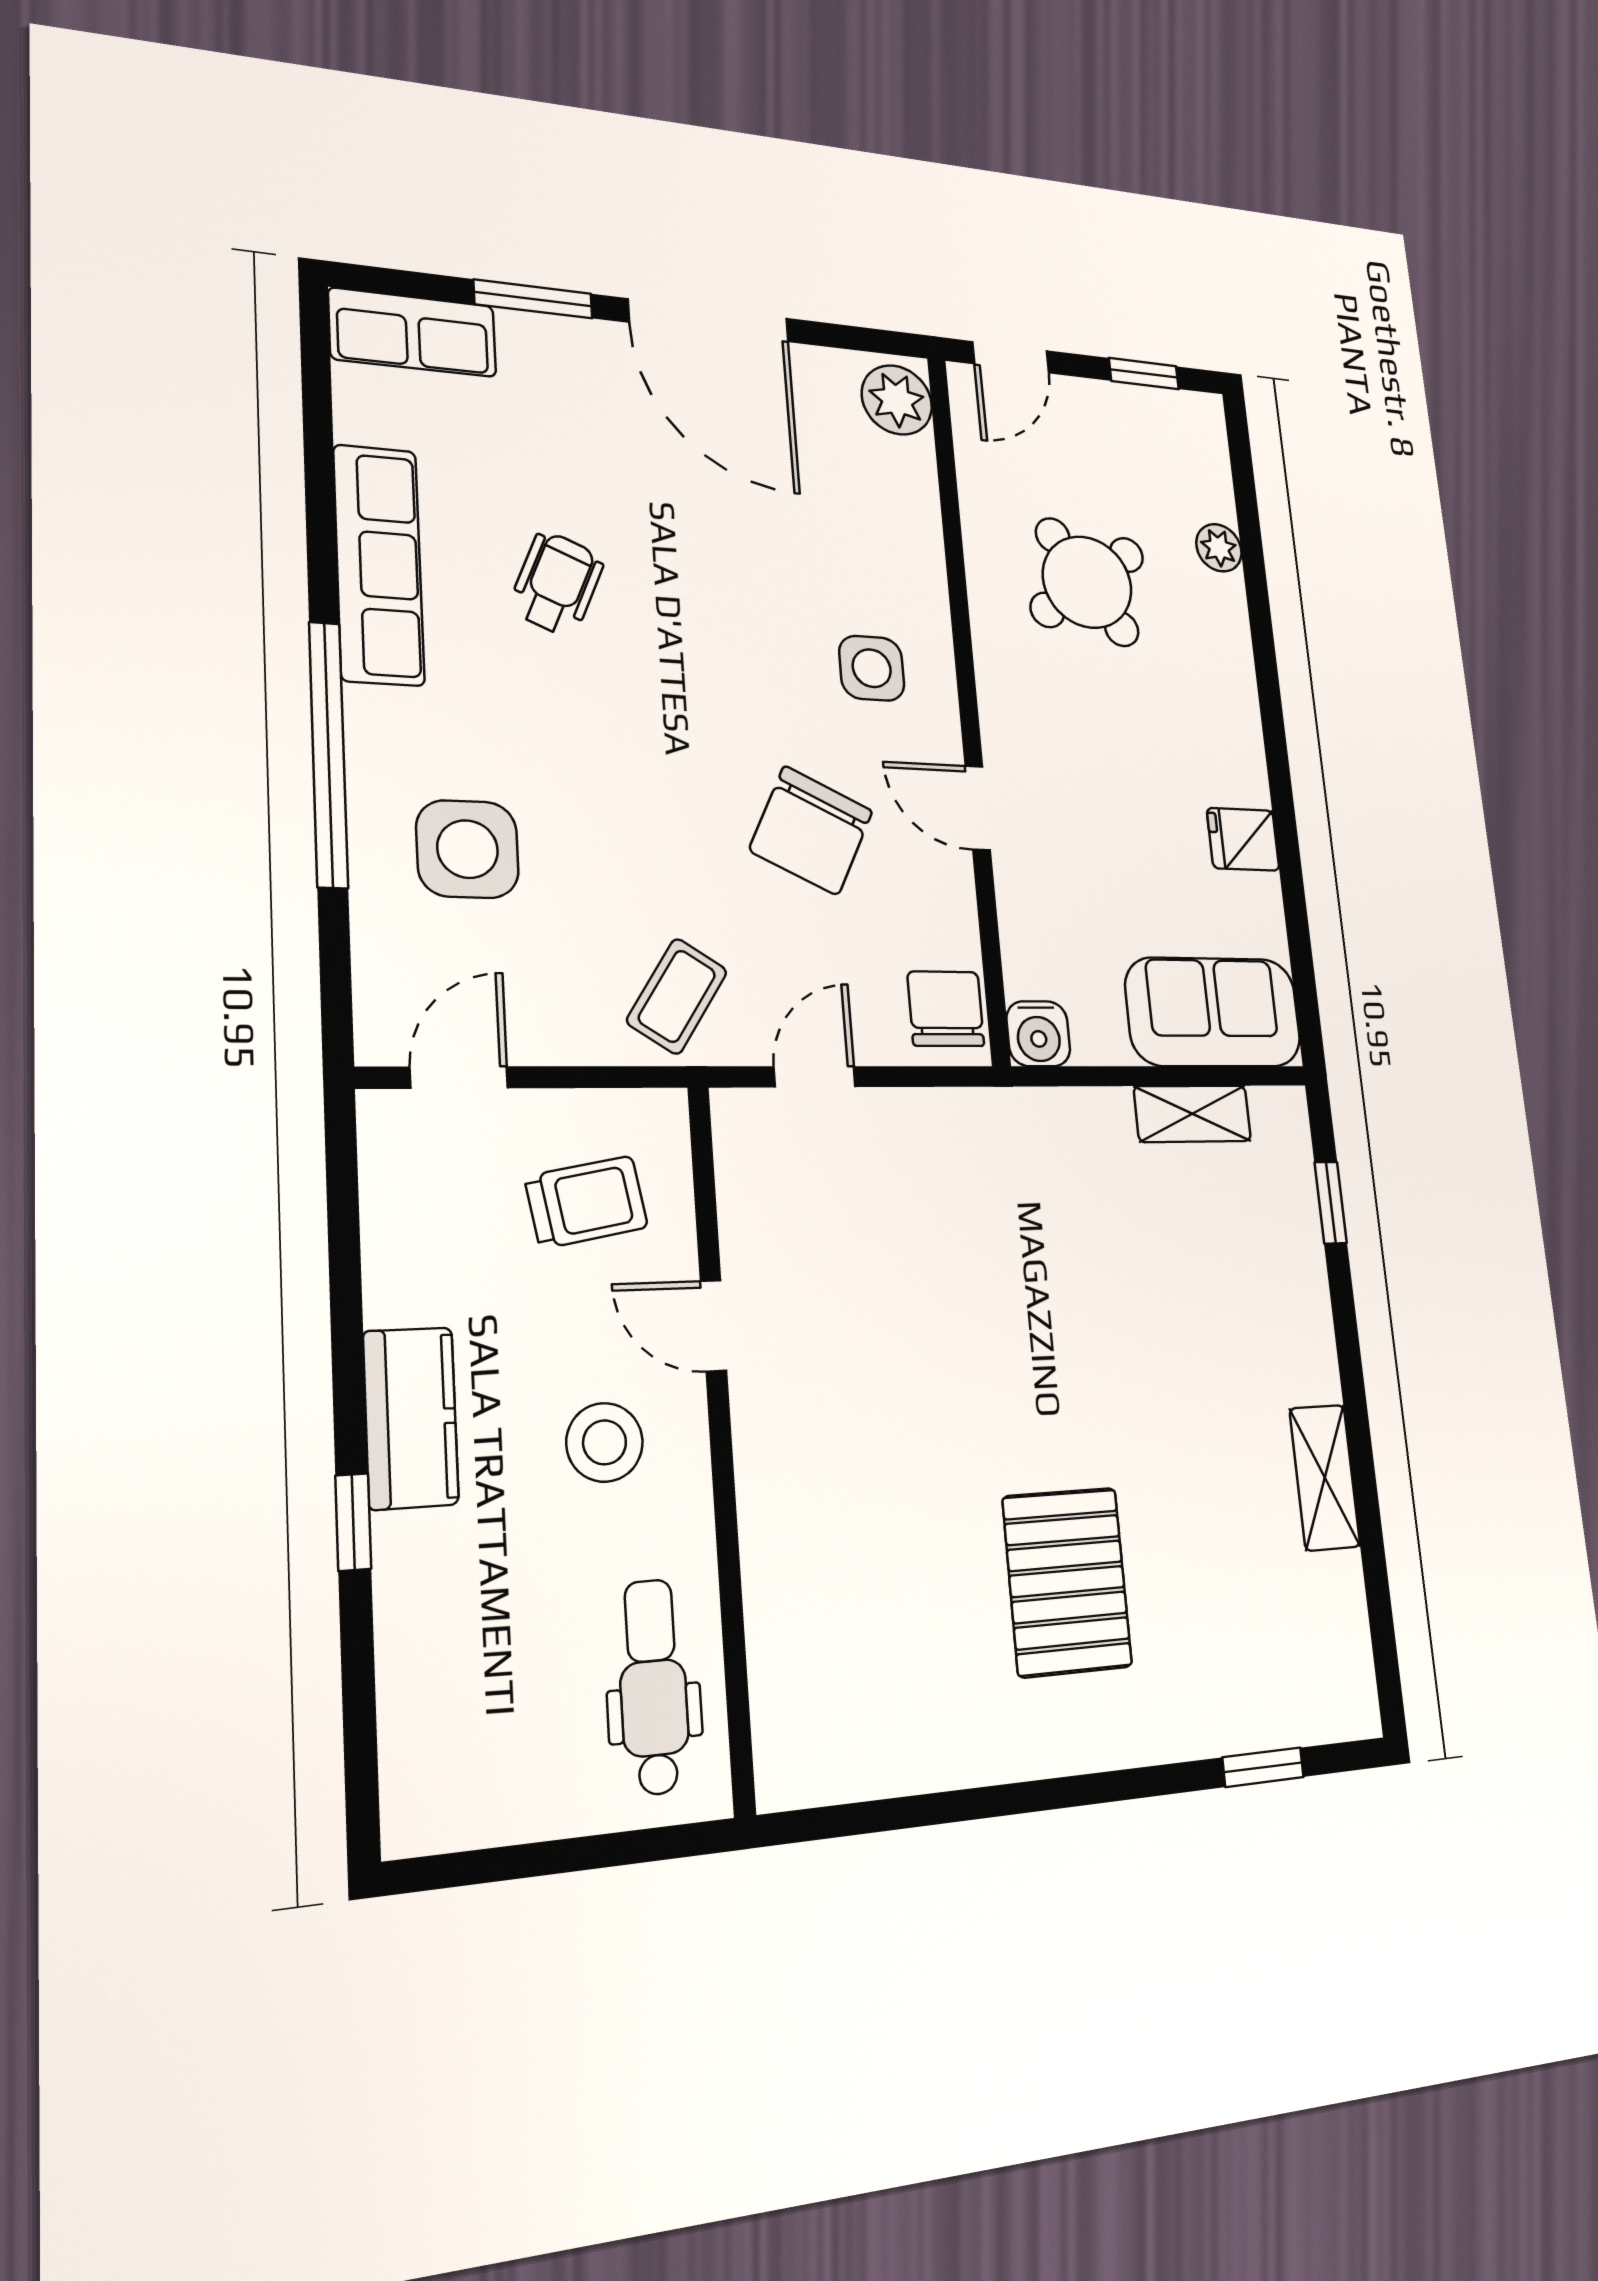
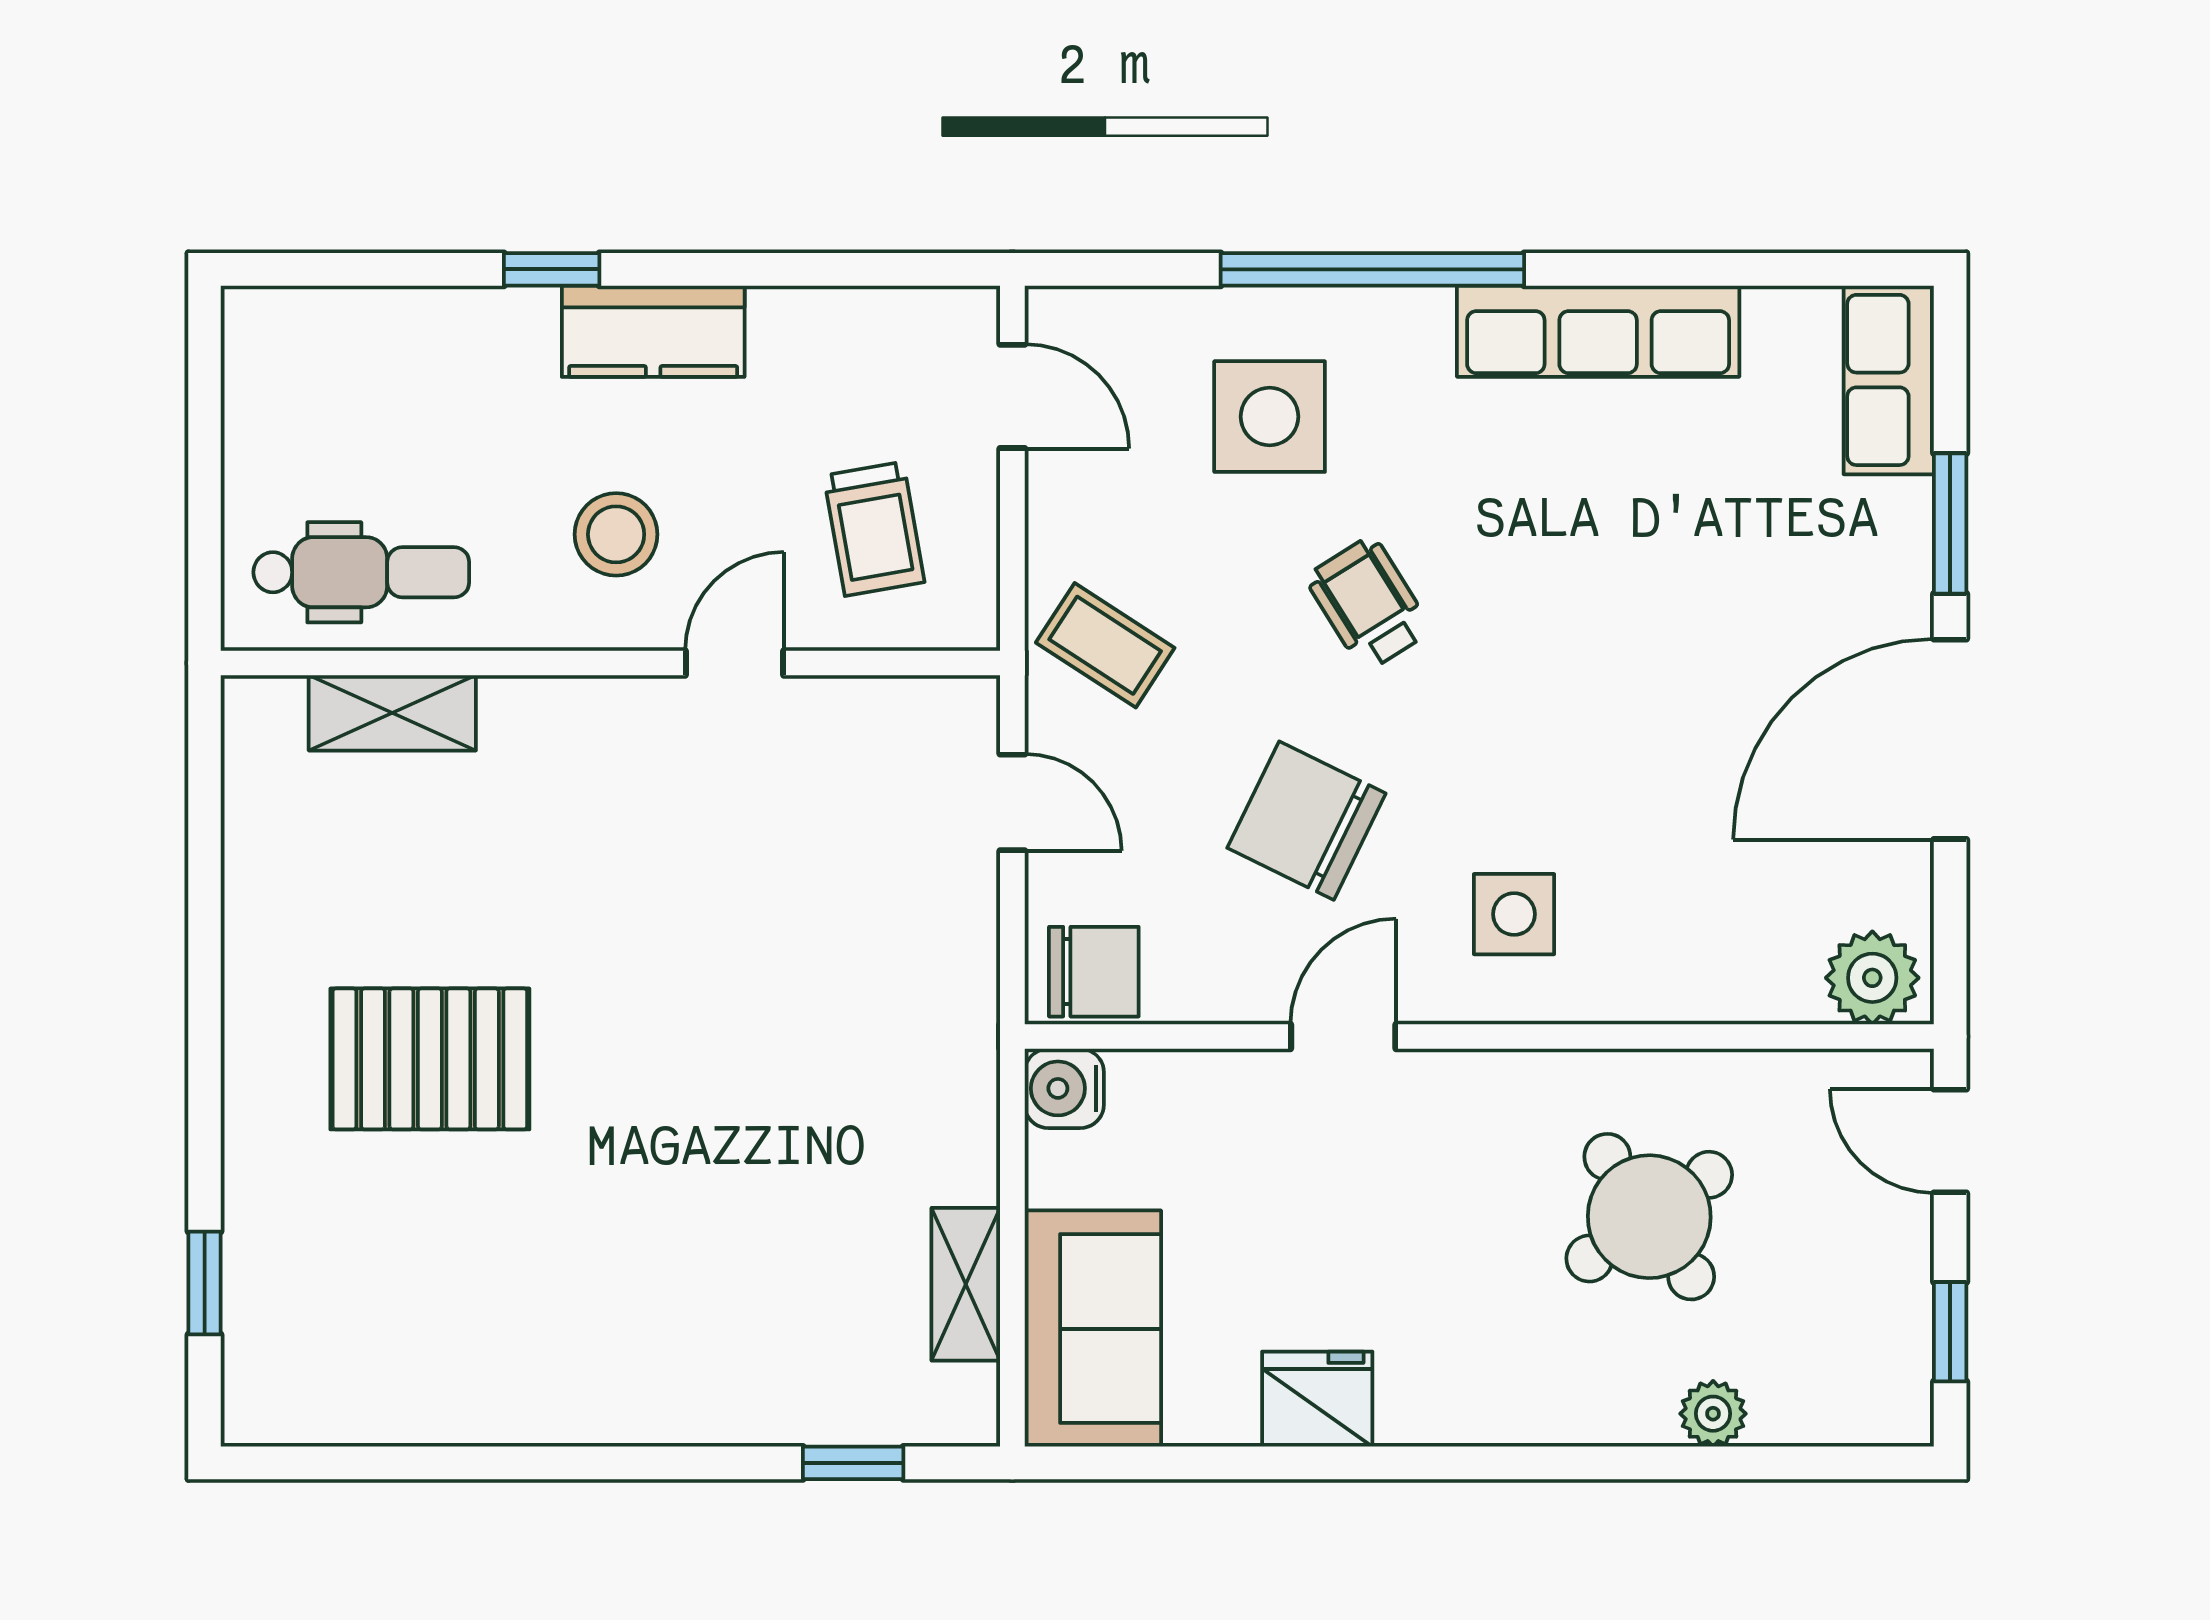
wheelchair: (557, 584) -> (1368, 604), moved, turned -145
fridge: (1243, 839) -> (1317, 1399), width x1.38
shelving: (1325, 1477) -> (392, 713), moved

